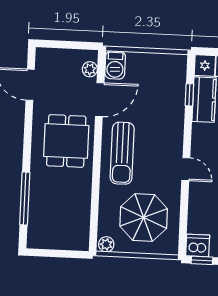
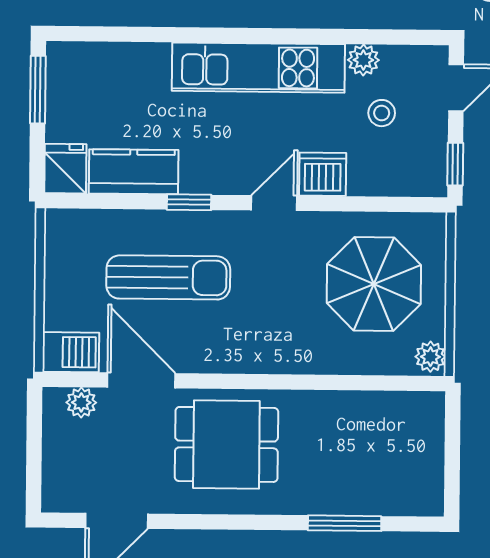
window: (189, 95) -> (189, 202), moved
sun lounger: (122, 153) -> (168, 277), moved
window: (25, 198) -> (345, 523), width x0.69
dishwasher: (198, 245) -> (323, 174), moved, turned 90

